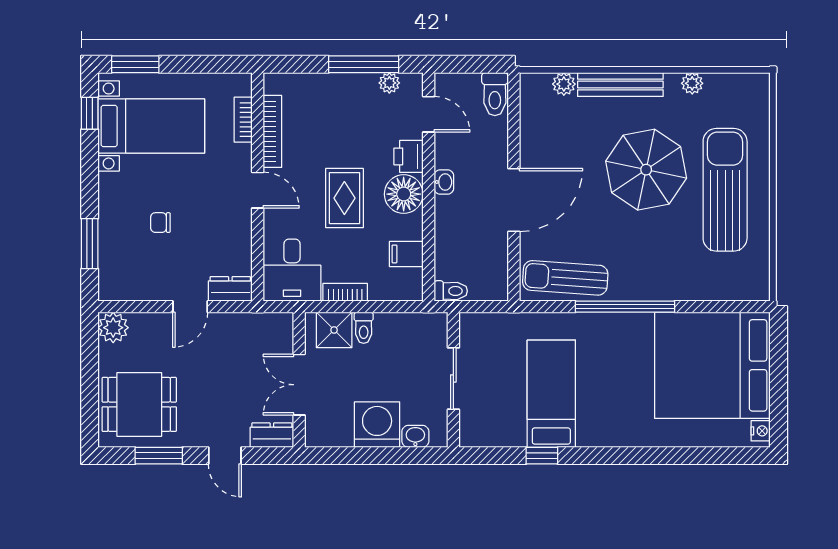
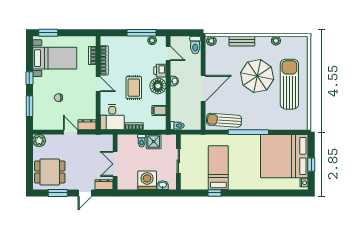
plant: (564, 84) -> (211, 41), moved
bench: (620, 85) -> (242, 41), width x0.73
window: (90, 113) -> (29, 78), moved
door: (190, 307) -> (71, 132), swing flipped
shower: (334, 330) -> (154, 142), moved
window: (778, 386) -> (311, 165), added
door: (225, 456) -> (85, 193), hinge flipped

